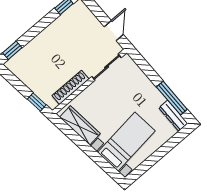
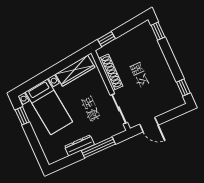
window: (172, 98) -> (98, 147), moved
dresser: (173, 116) -> (79, 145), moved
window: (144, 167) -> (22, 116), added

